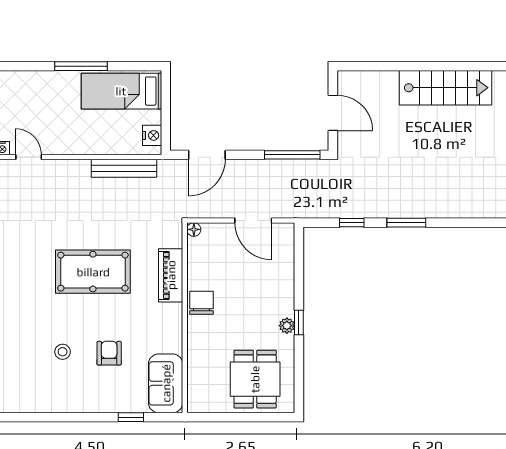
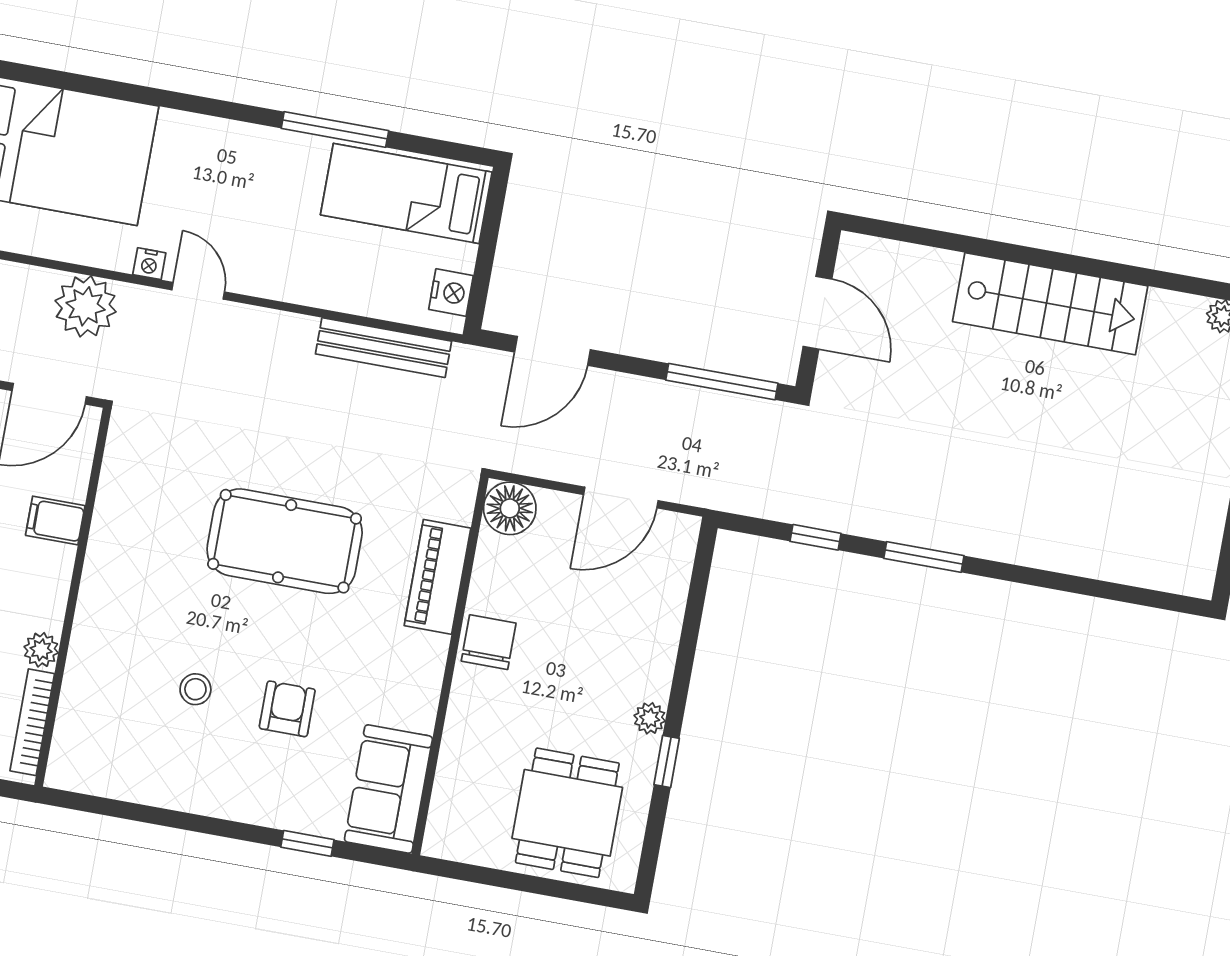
door: (253, 220) -> (621, 498), hinge flipped
floor lamp: (194, 229) -> (510, 508), width x1.89, depth x1.89
window: (299, 323) -> (667, 761), moved

